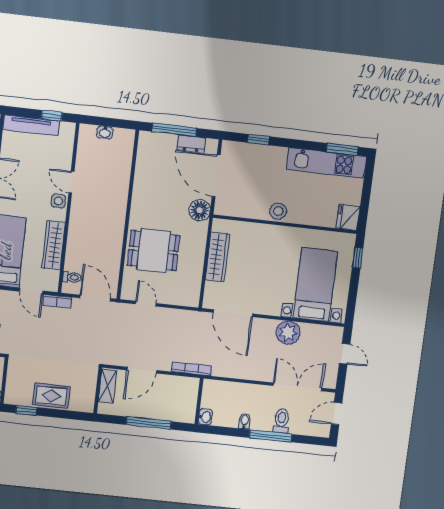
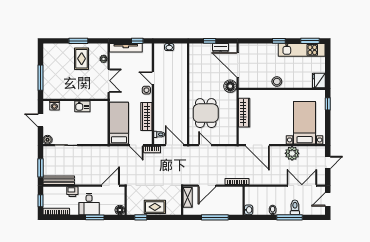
window: (174, 130) -> (210, 41), width x0.46
window: (258, 140) -> (279, 41), moved
dining table: (153, 251) -> (206, 113), turned 90
door: (345, 354) -> (328, 162), hinge flipped

